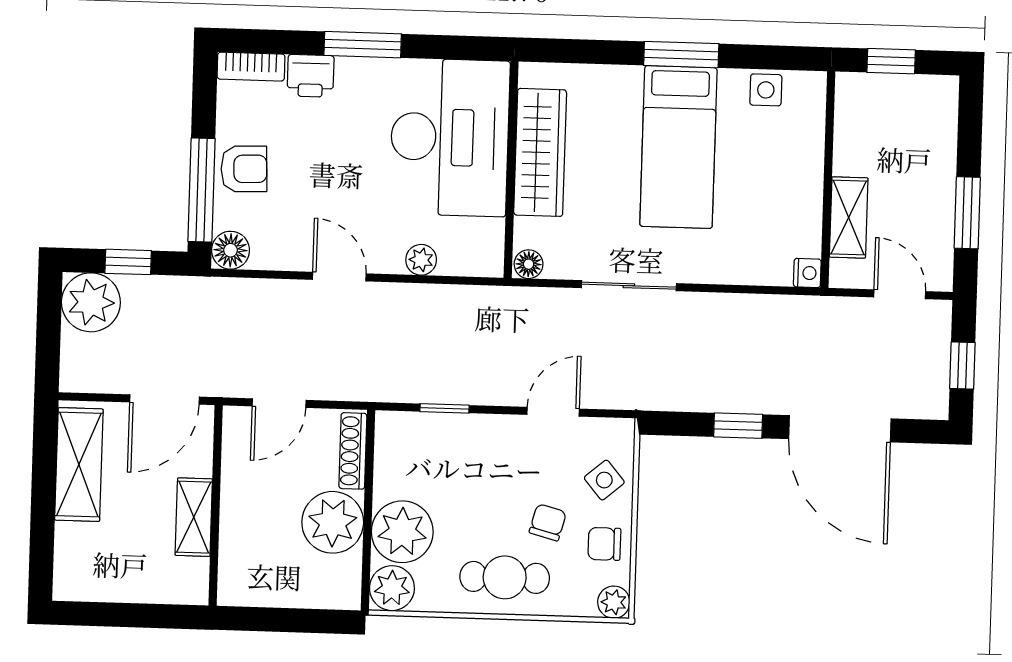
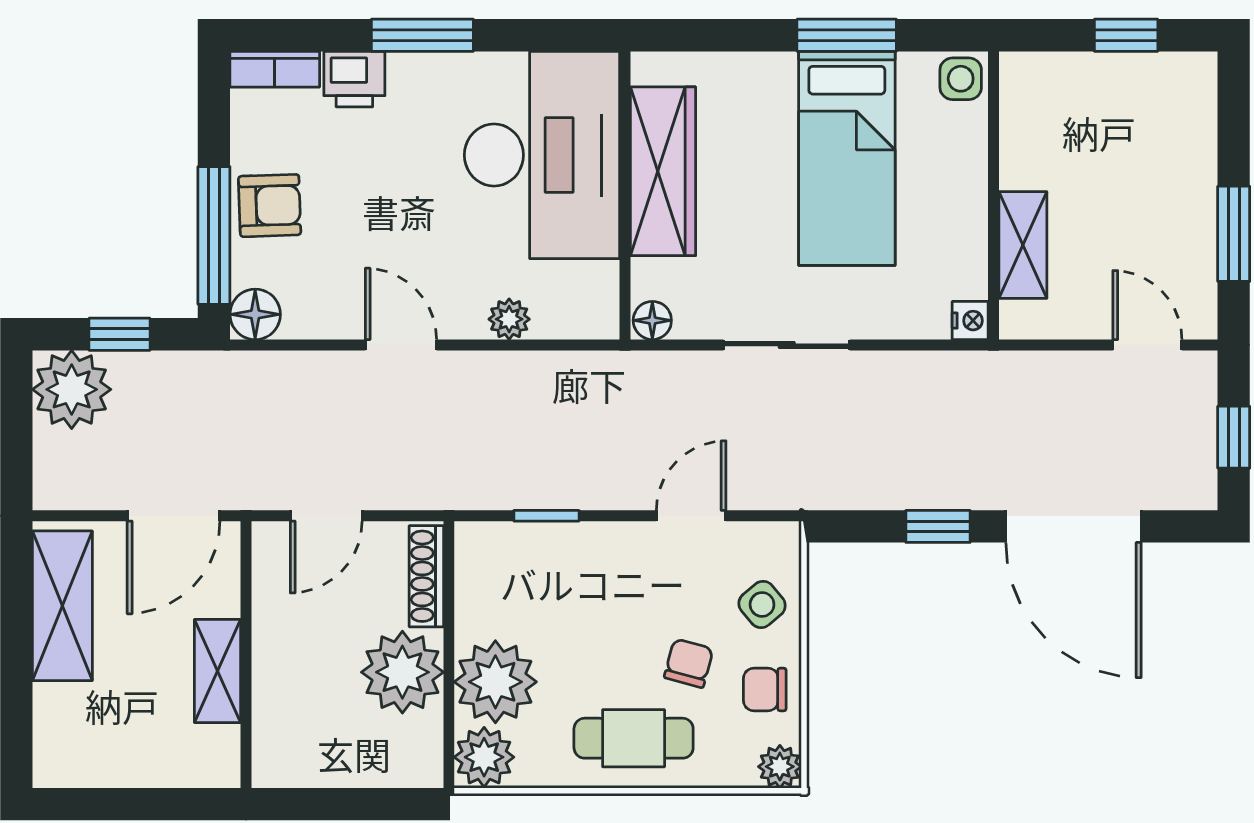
wall: (828, 180) -> (993, 195), moved
shelving: (849, 218) -> (1023, 245), moved
nightstand: (807, 273) -> (970, 321), moved

